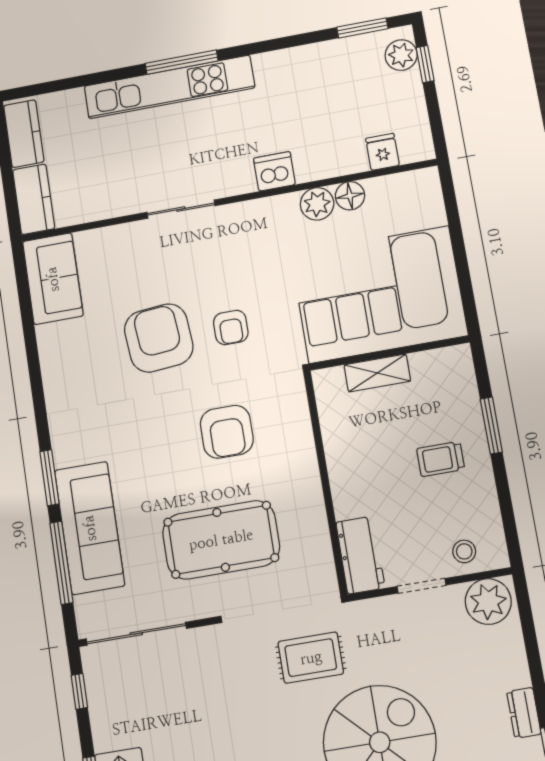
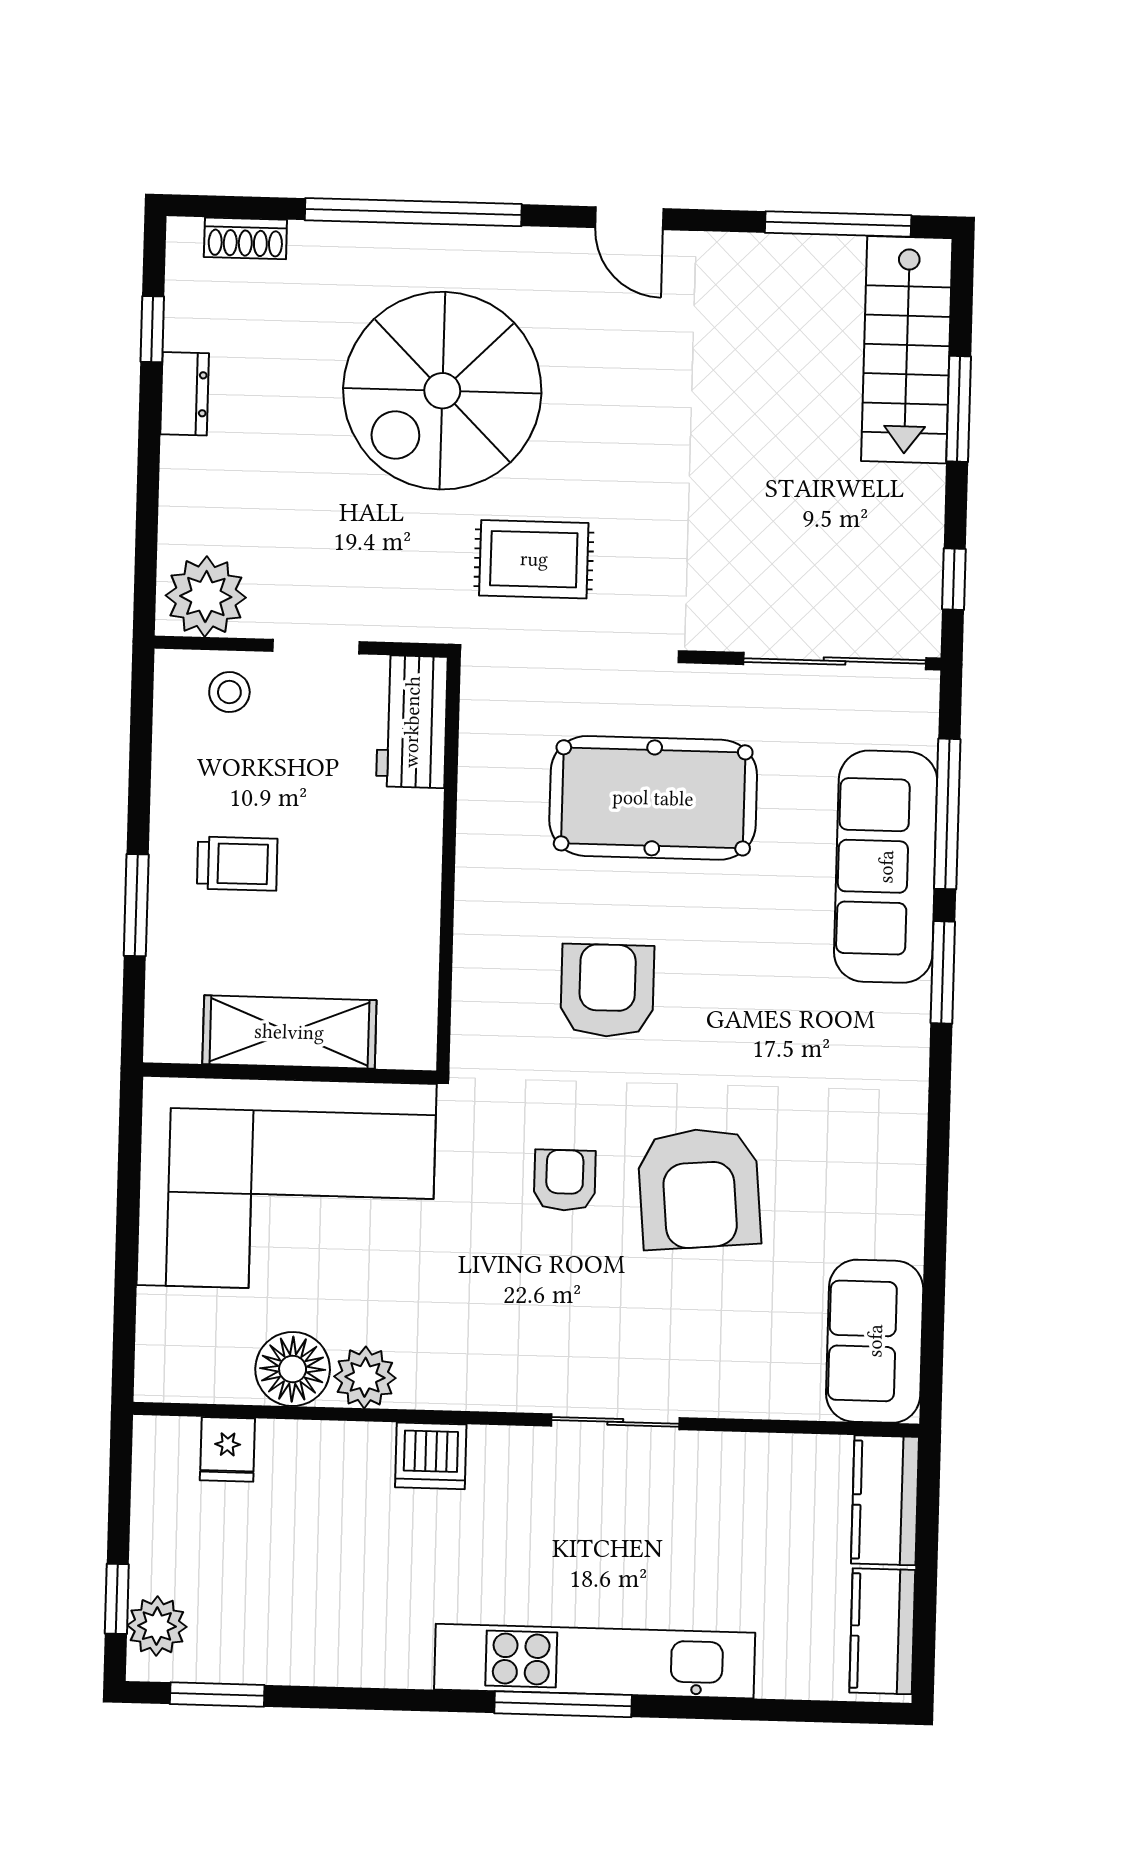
floor lamp: (350, 196) -> (293, 1369), width x1.38, depth x1.38
shelving: (377, 373) -> (289, 1032), width x1.50, depth x1.33

